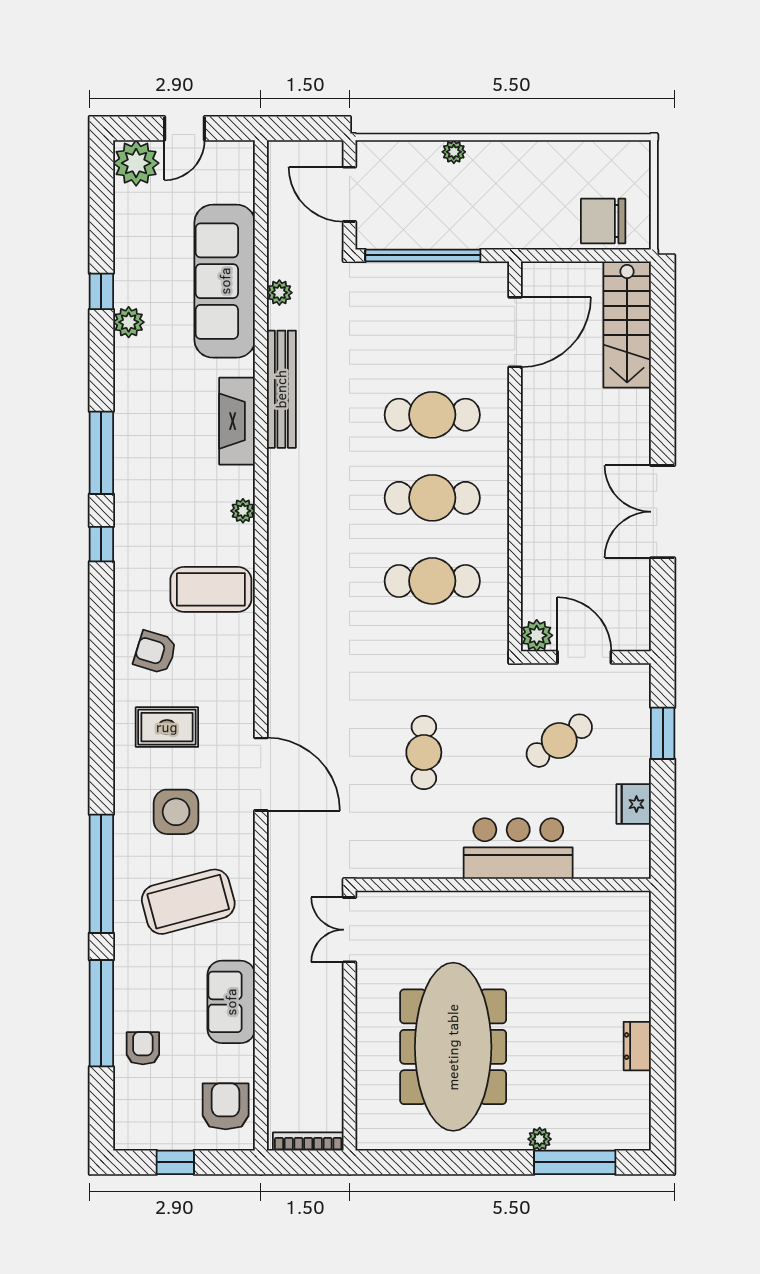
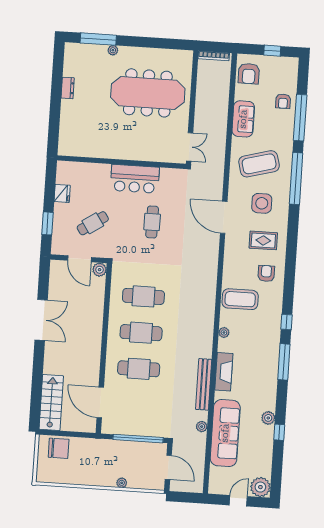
door: (515, 332) -> (100, 402), hinge flipped
armchair: (155, 652) -> (266, 273), turned -107
bar counter: (518, 849) -> (135, 179), moved
meeting table: (453, 1047) -> (148, 93), turned 90

